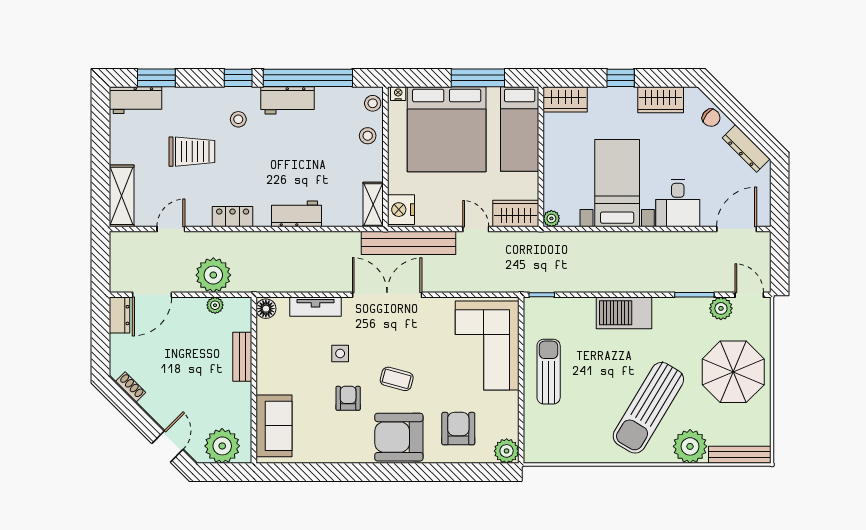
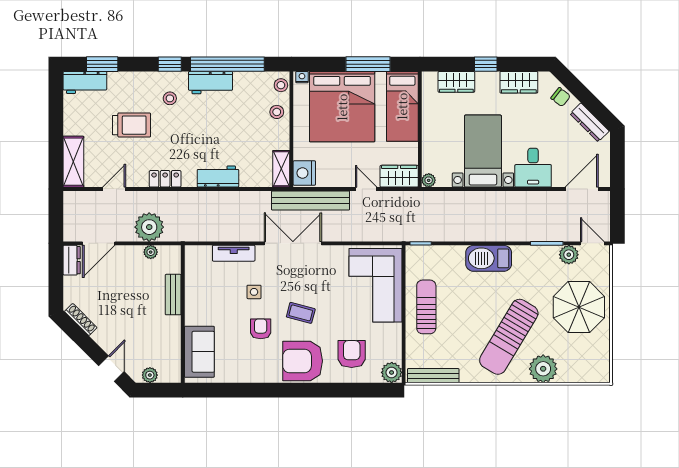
wardrobe: (565, 99) -> (456, 82), moved
floor lamp: (266, 309) -> (193, 255), removed
shoe rack: (131, 387) -> (81, 320), width x1.43
plant: (222, 446) -> (150, 375), width x0.53, depth x0.53
bench: (740, 455) -> (433, 376), moved

